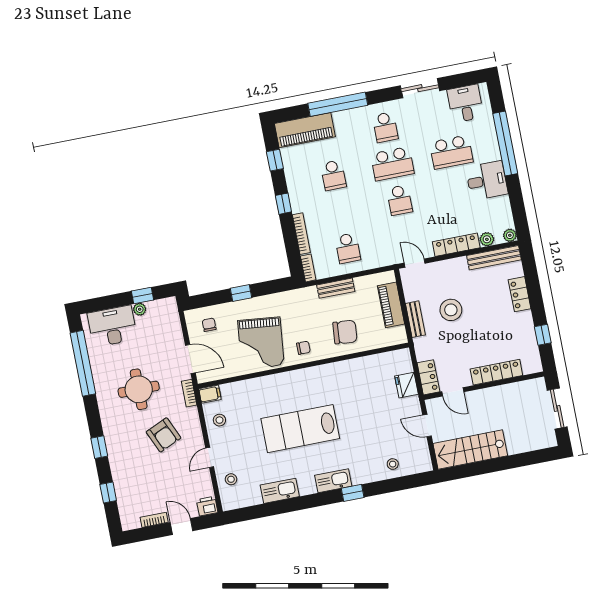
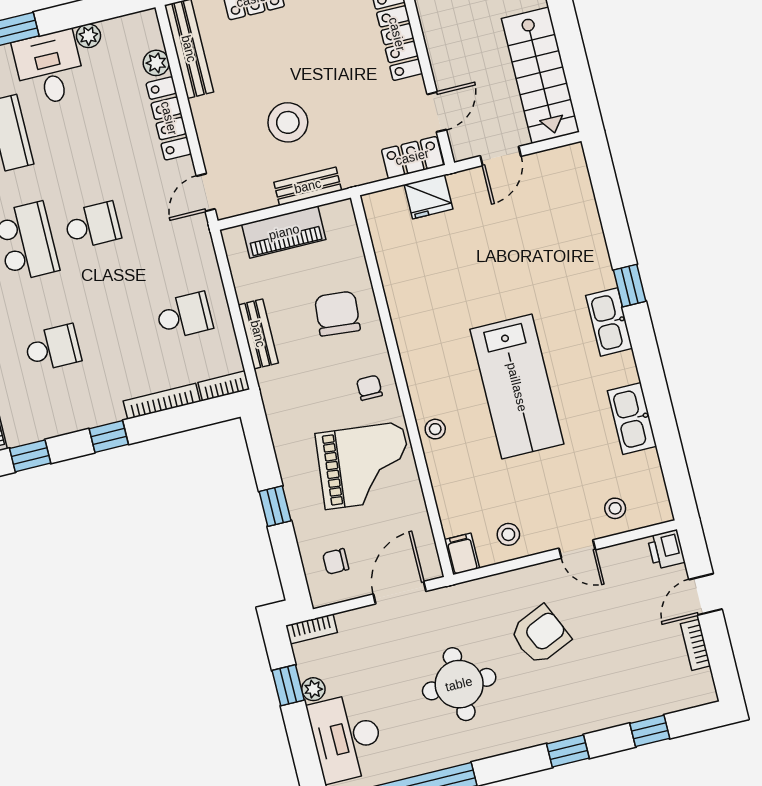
plant: (510, 235) -> (88, 36), moved
bookcase: (189, 393) -> (312, 629), moved
stool: (393, 464) -> (435, 429), moved

